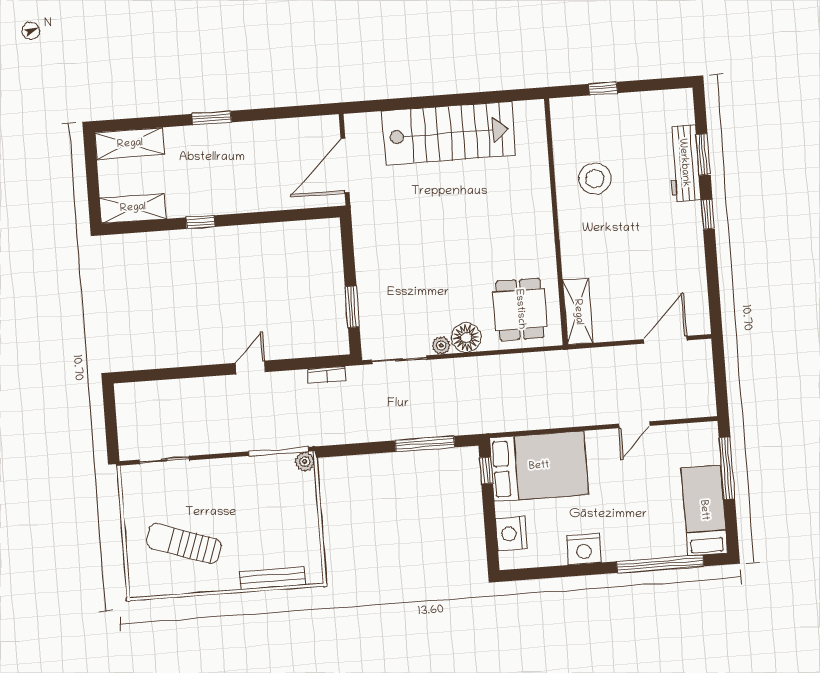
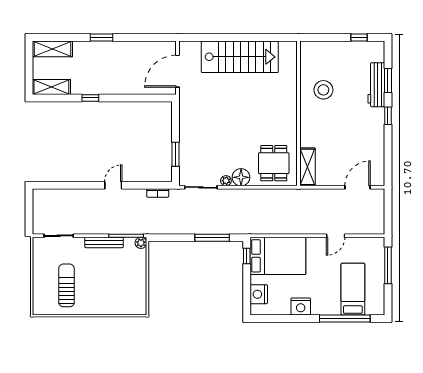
window: (603, 89) -> (359, 37), moved
bed: (704, 510) -> (353, 289), moved
sun lounger: (184, 543) -> (66, 285), turned 71
bench: (272, 578) -> (104, 242), moved

